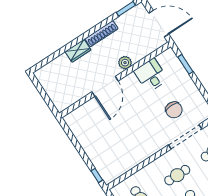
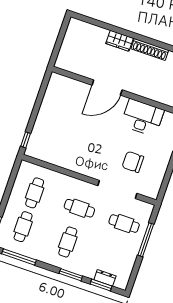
plant: (125, 63) -> (141, 89), removed
desk: (151, 75) -> (142, 118), width x1.37
chair: (174, 110) -> (133, 162), turned 90

